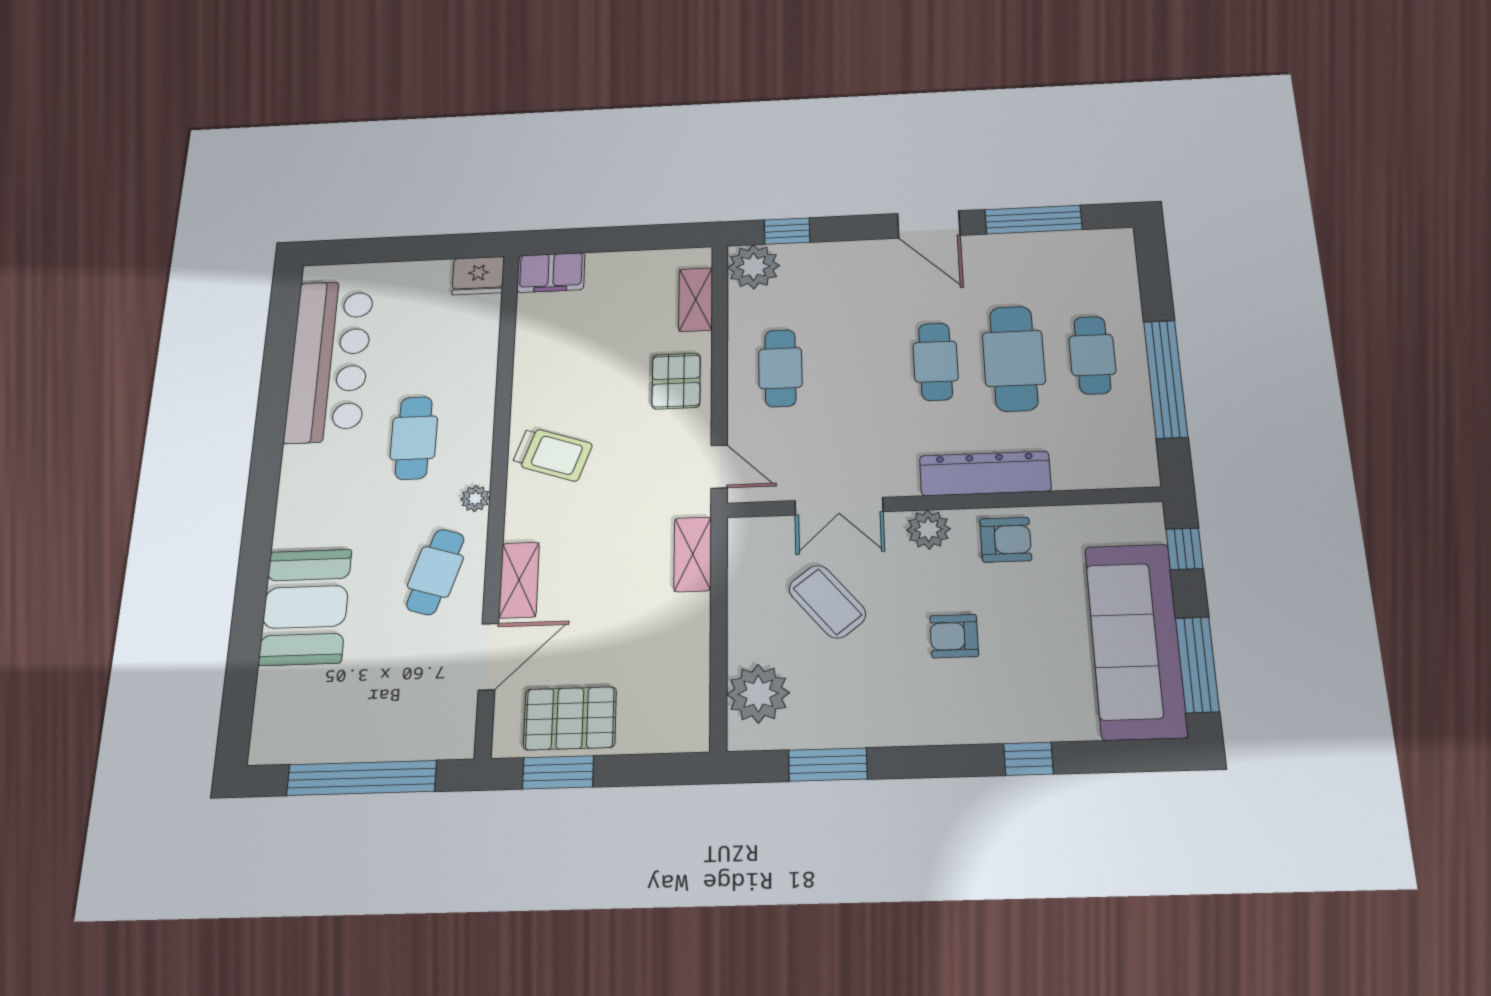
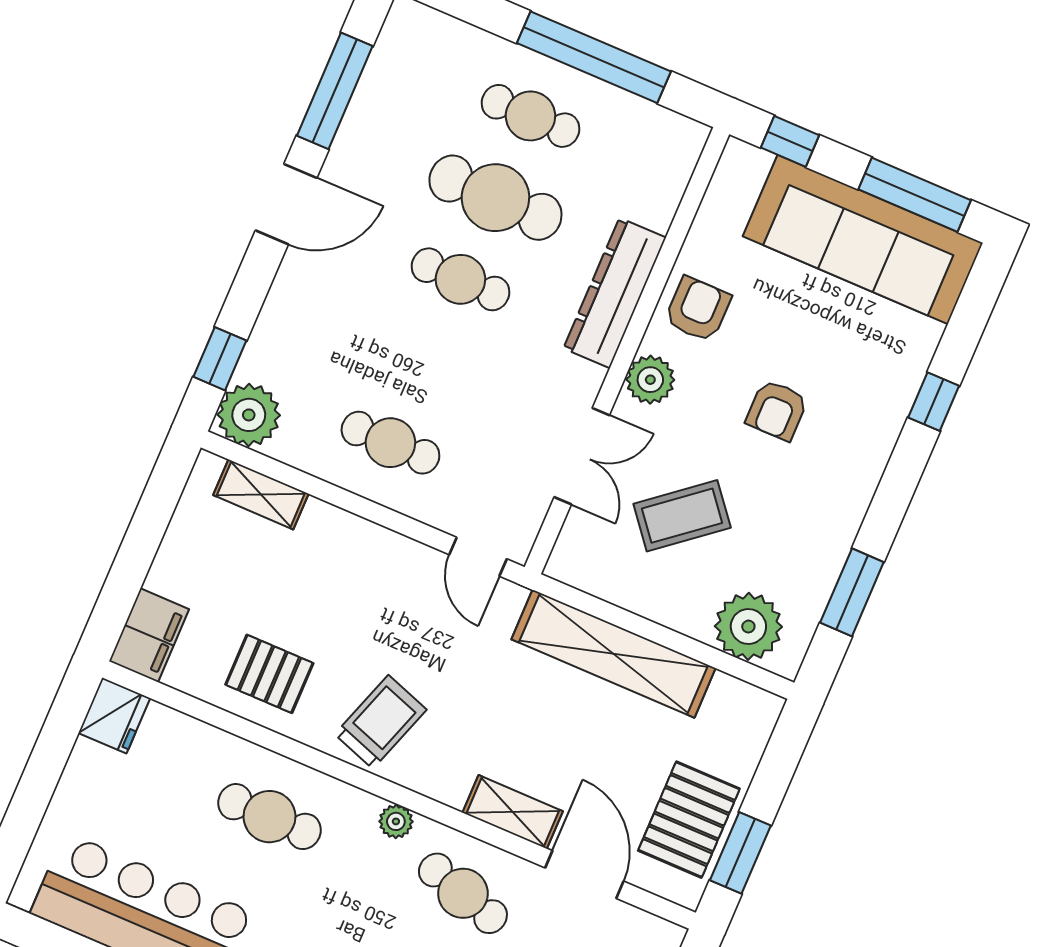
pallet: (676, 381) -> (269, 674), moved
cafe table: (414, 438) -> (269, 817), moved
door: (719, 467) -> (478, 557), swing flipped
shelving: (693, 554) -> (614, 654), width x2.20, depth x1.33

